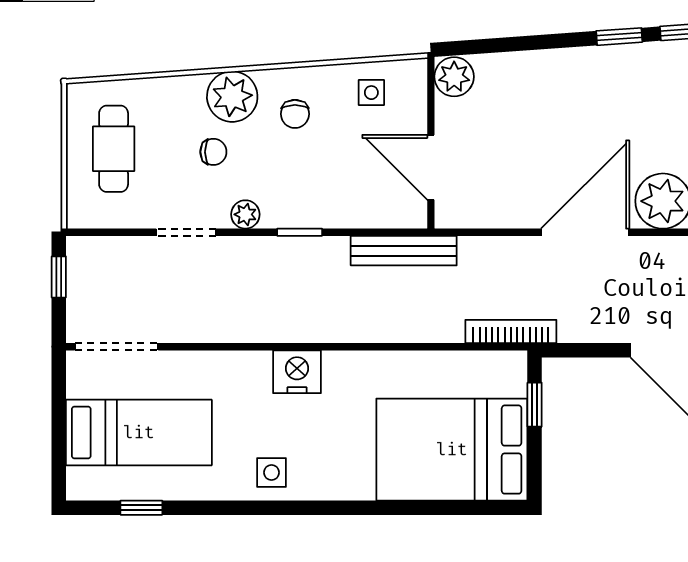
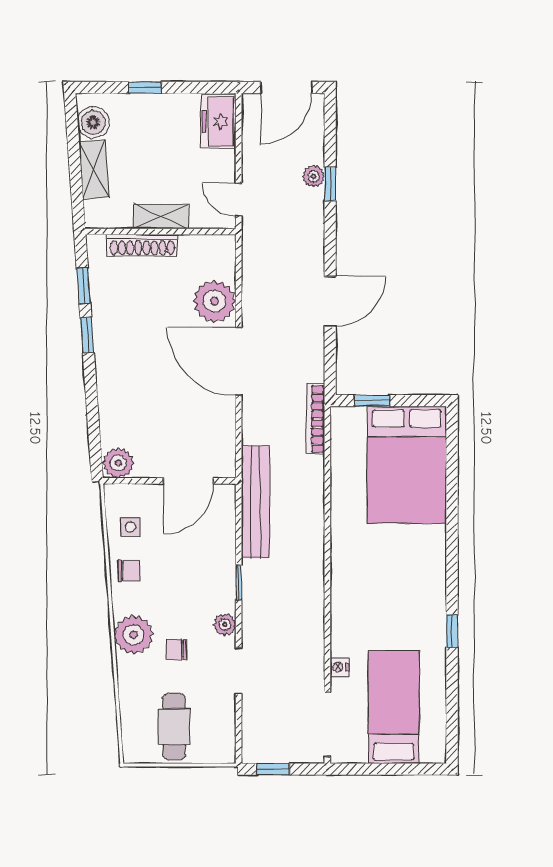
chair: (295, 114) -> (129, 571), moved
cafe table: (114, 149) -> (174, 727), turned 90
chair: (213, 152) -> (176, 649), turned -90
bench: (404, 251) -> (255, 502), width x1.37, depth x1.21
nightstand: (297, 372) -> (339, 667), moved, width x0.53, depth x0.56
side table: (271, 473) -> (425, 604), removed
window: (141, 508) -> (452, 631), moved

